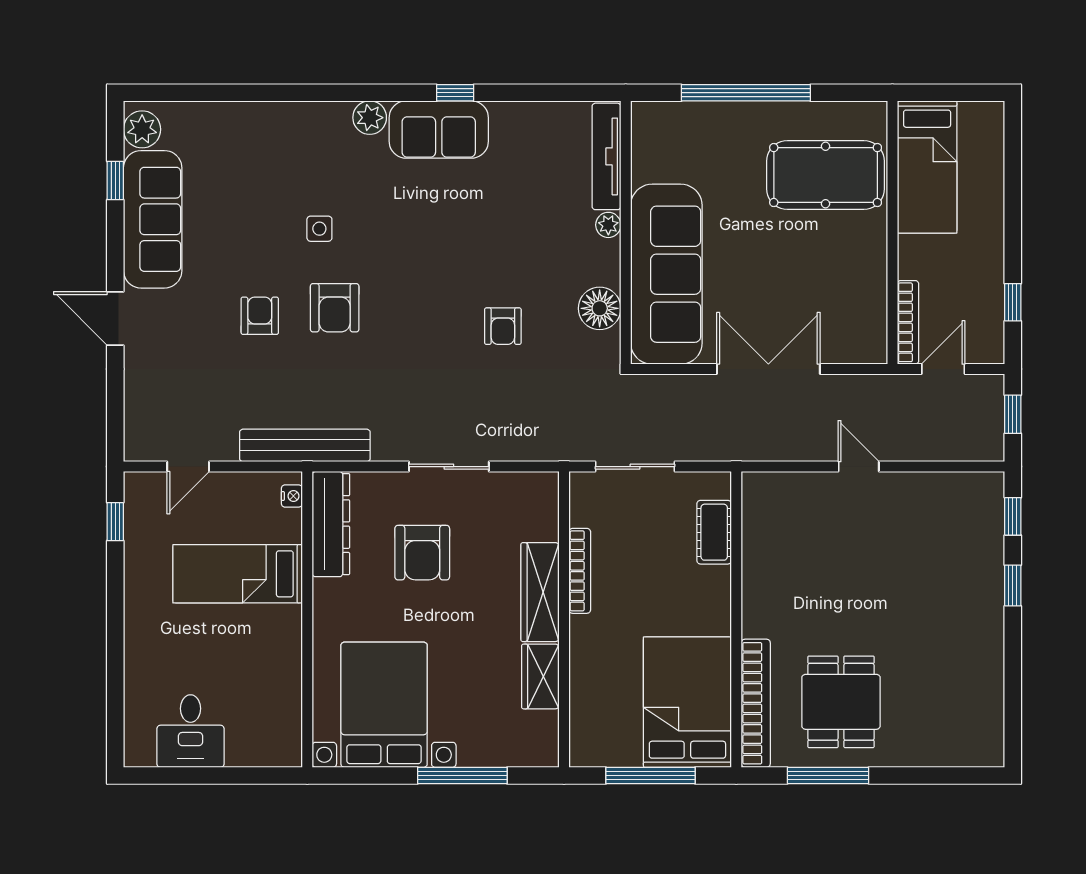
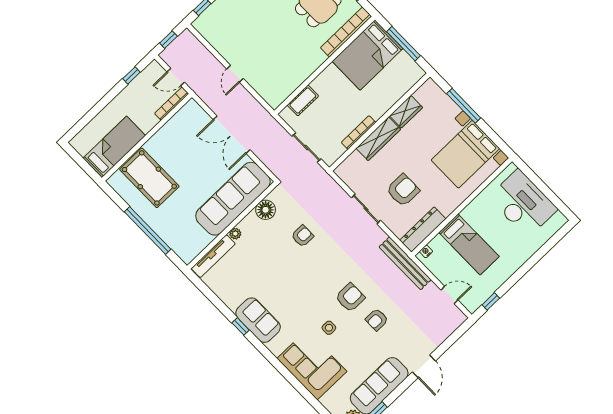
plant: (370, 118) -> (276, 347), removed
corner sofa: (287, 146) -> (312, 365), added
desk: (190, 731) -> (523, 203), width x1.87, depth x1.30

